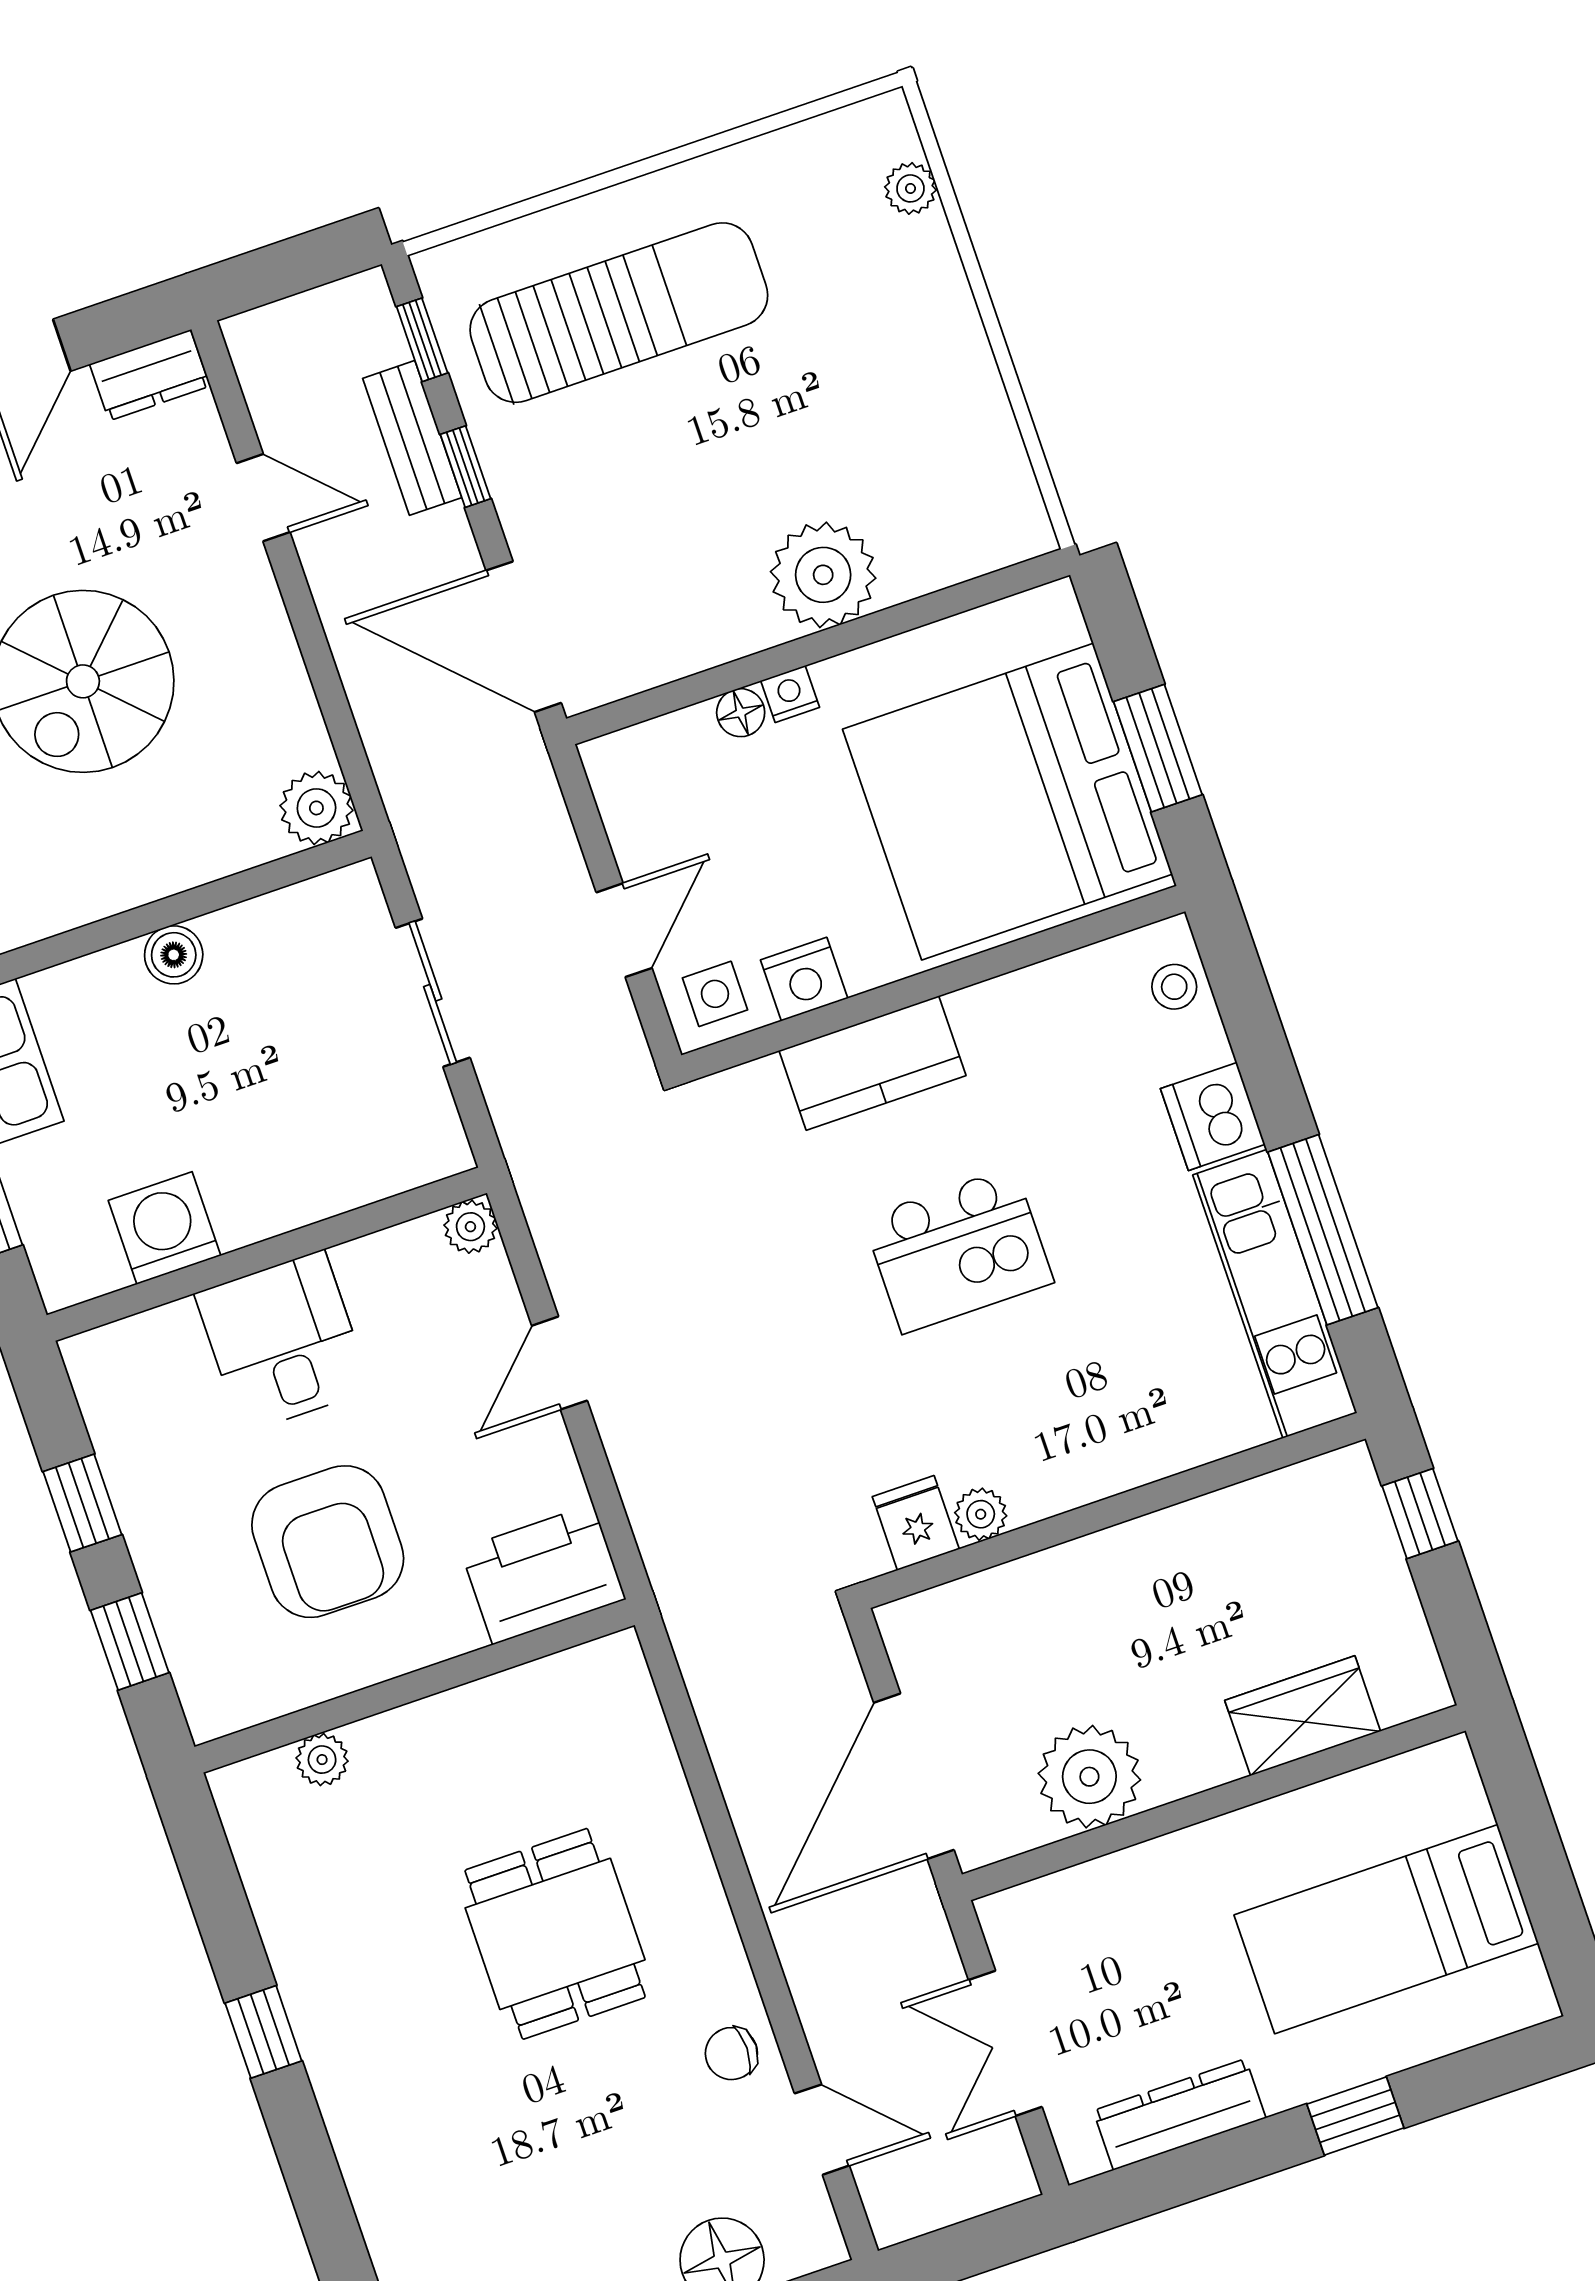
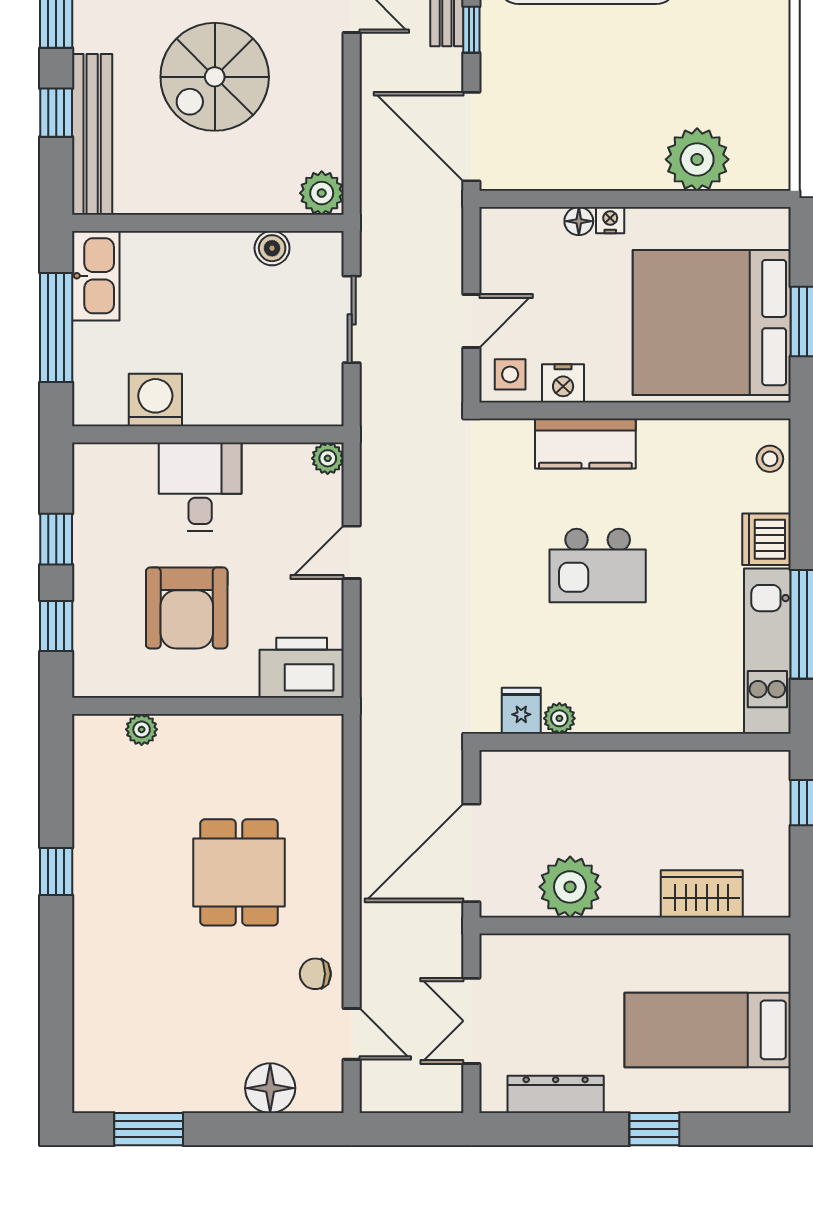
plant: (823, 575) -> (697, 159), moved
boiler: (174, 955) -> (272, 248), moved

